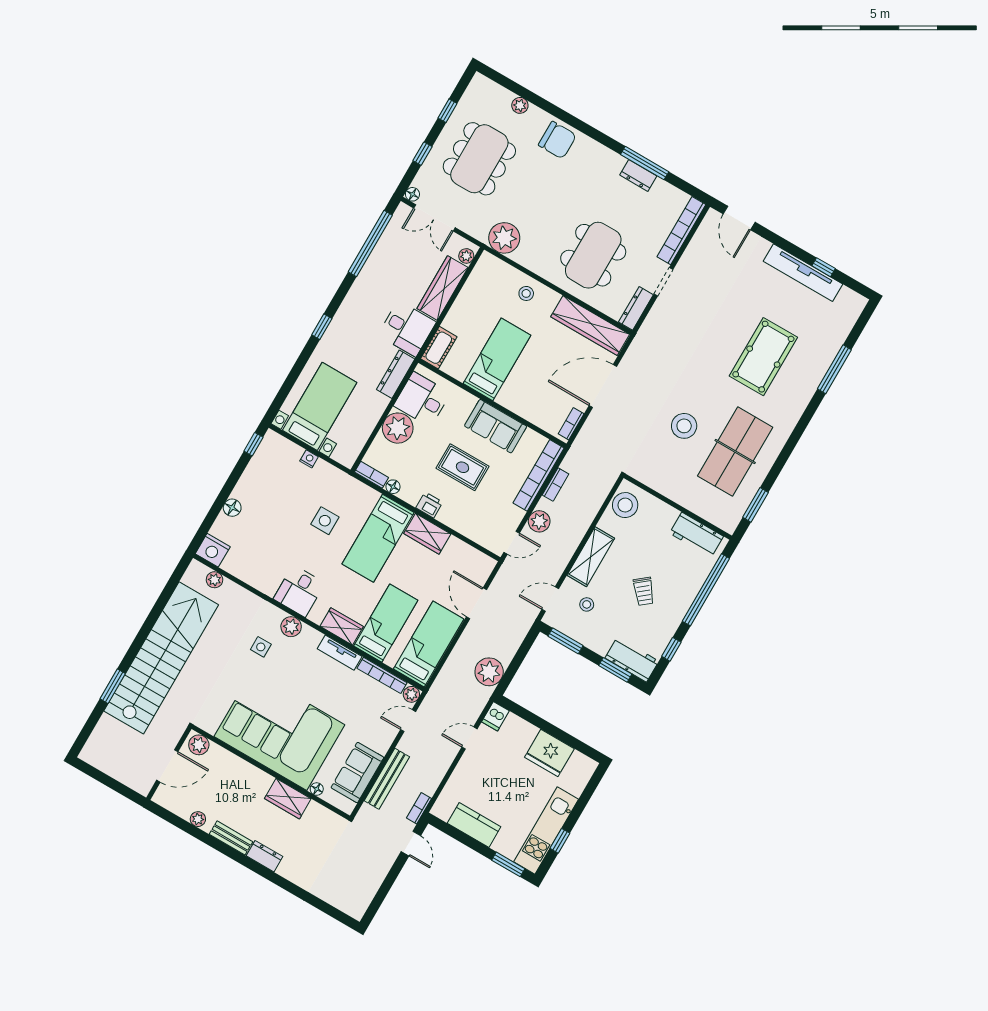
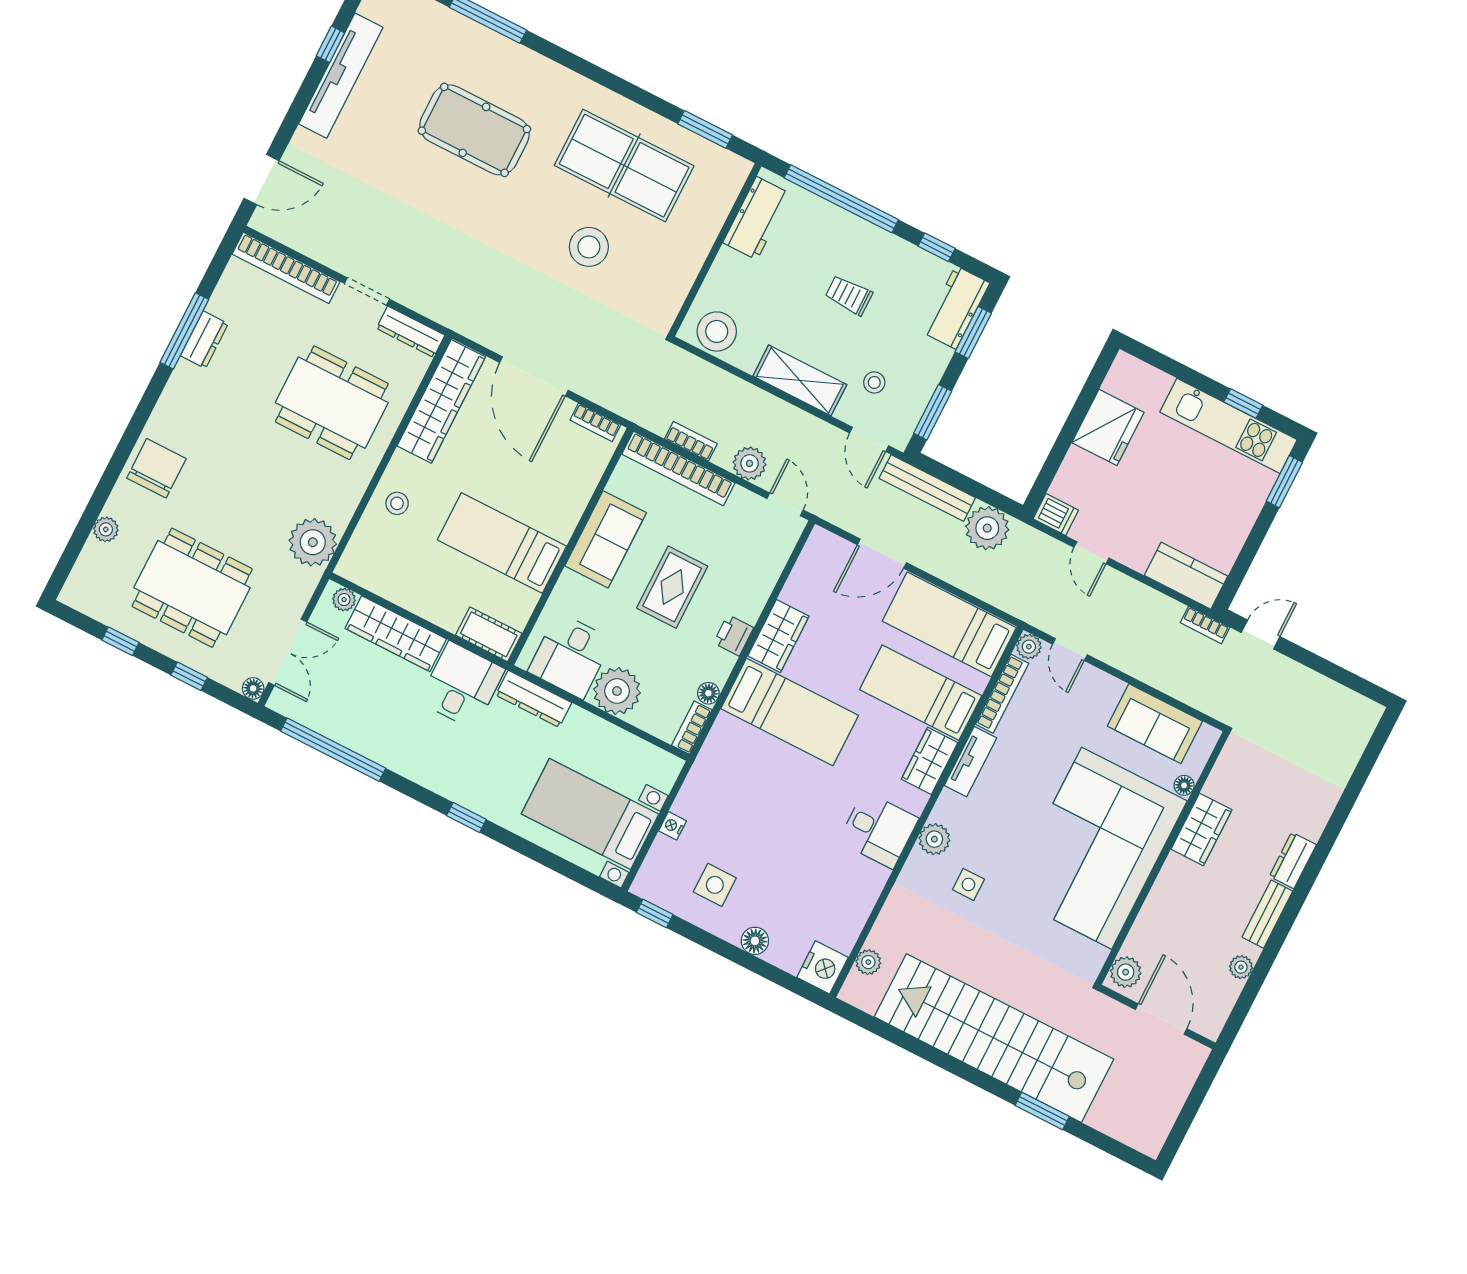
side table: (325, 521) -> (715, 885), moved
trolley: (644, 591) -> (849, 295), turned -141
bench: (387, 779) -> (927, 488), moved
kitchen counter: (474, 825) -> (1186, 576), moved, turned 90

